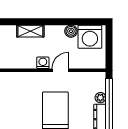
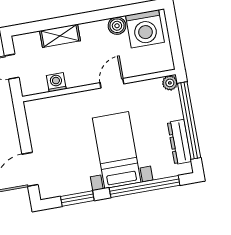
washing machine: (43, 63) -> (56, 82), moved
plant: (100, 98) -> (170, 83), moved

